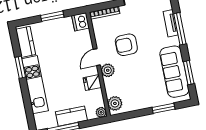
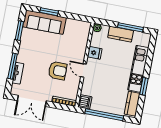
window: (52, 16) -> (104, 115), width x2.11
door: (97, 57) -> (83, 70), swing flipped
plant: (108, 70) -> (79, 57), removed
sofa: (174, 72) -> (44, 22), moved, turned 90
plant: (115, 103) -> (84, 30), removed

